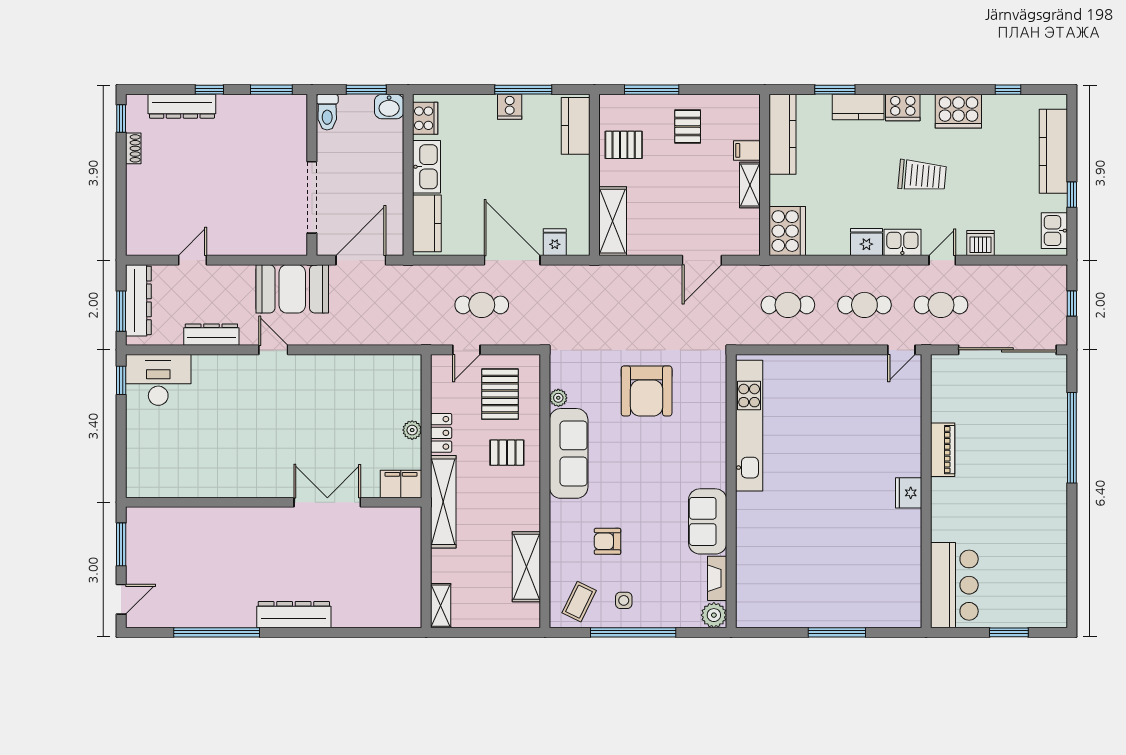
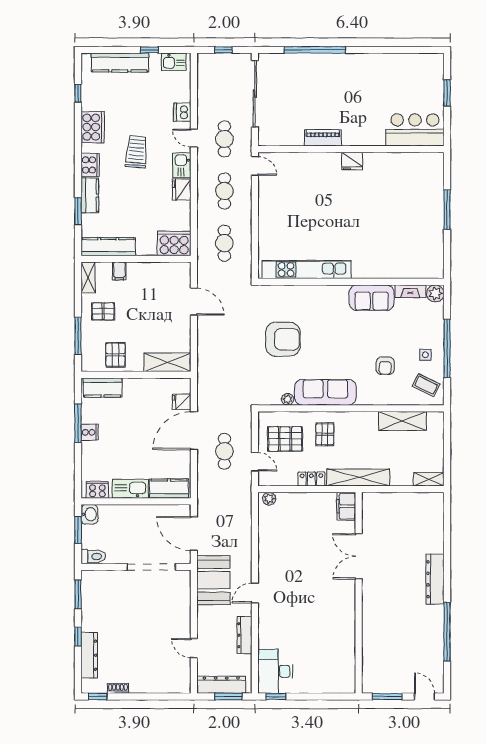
shelving: (750, 185) -> (88, 277), moved, turned 90
plant: (412, 430) -> (269, 499), moved

